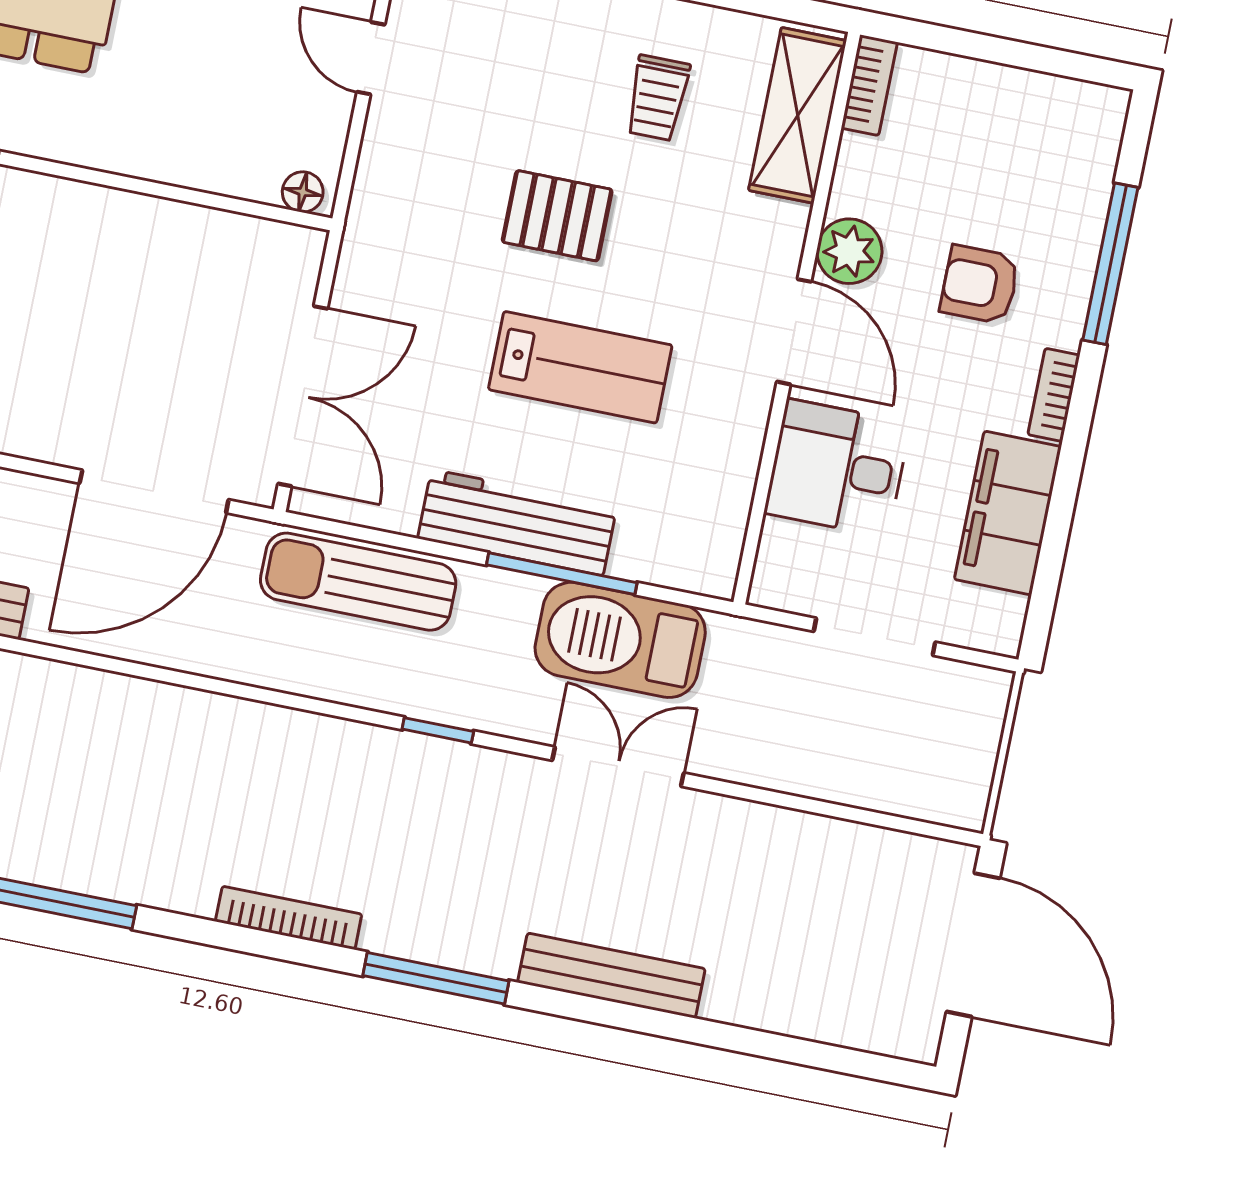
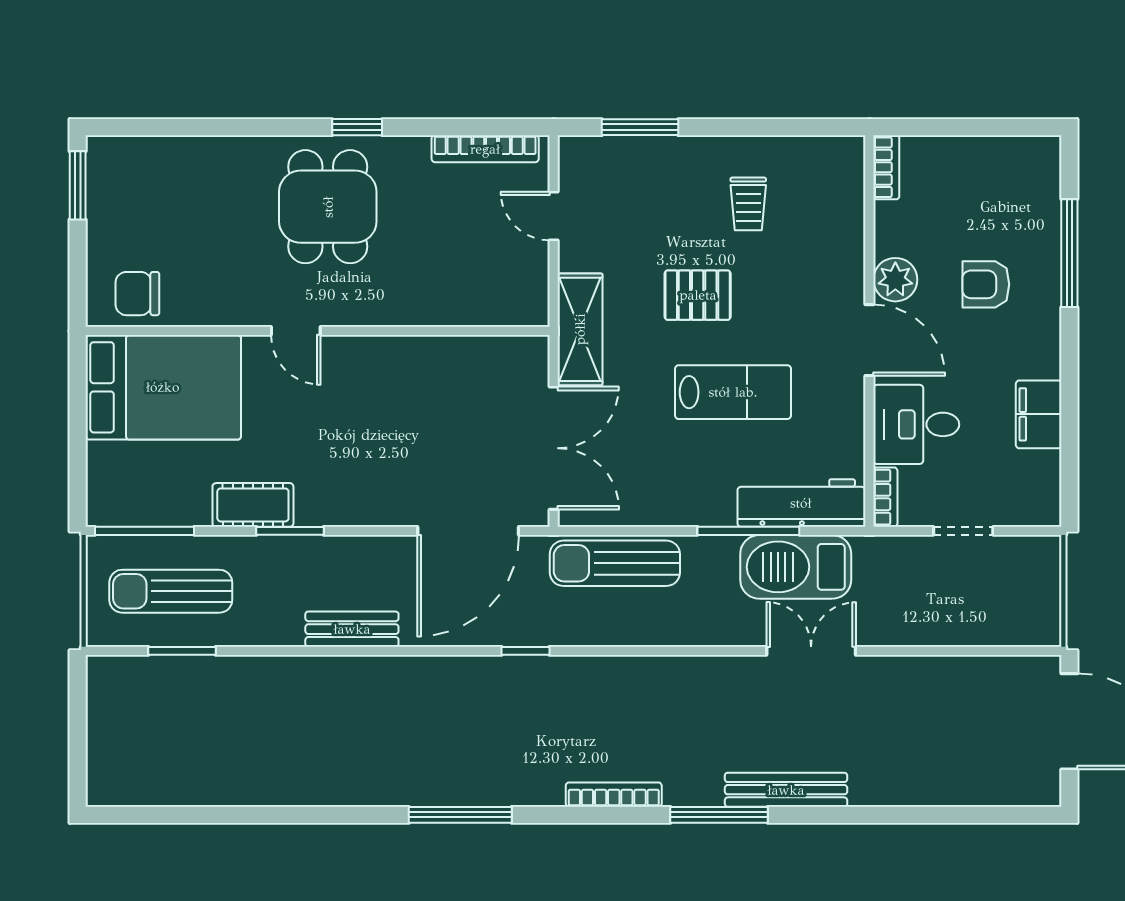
shelving: (798, 115) -> (580, 329), moved
floor lamp: (303, 192) -> (526, 313), removed
bookcase: (1054, 395) -> (885, 497), moved, turned 180
filing cabinet: (1008, 513) -> (1039, 414), width x0.67, depth x0.86
workbench: (517, 522) -> (801, 503), moved
doorway: (874, 637) -> (963, 531), width x0.73
window: (438, 730) -> (526, 651), moved
bench: (611, 976) -> (786, 790), moved

